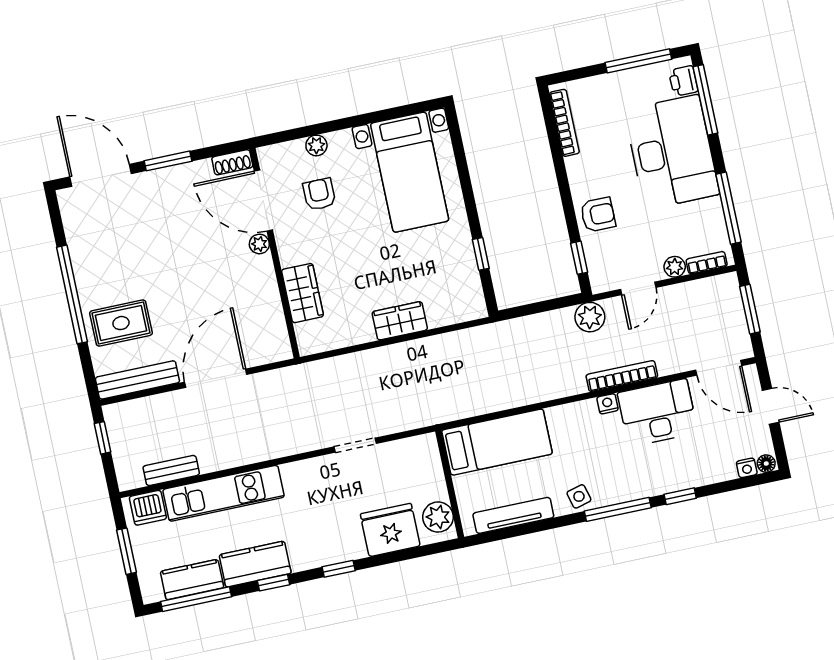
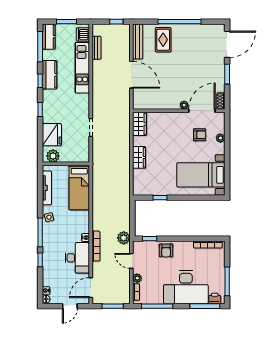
wardrobe: (303, 293) -> (140, 124), moved, turned -90
kitchen counter: (192, 580) -> (49, 37), moved

